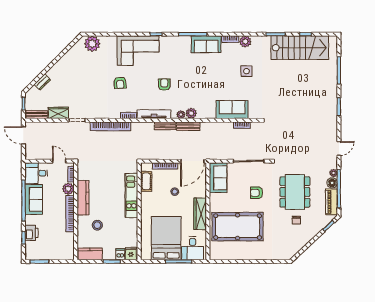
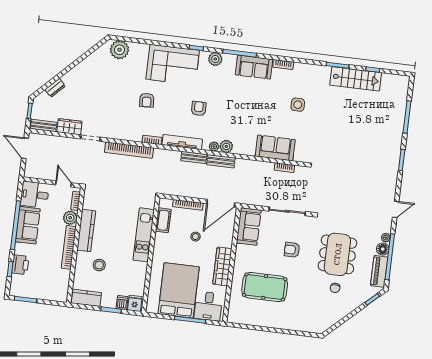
plant: (245, 41) -> (215, 59), moved
stairs: (300, 48) -> (356, 79), width x0.73, depth x0.66
pool table: (238, 227) -> (265, 287), width x0.73, depth x0.76

